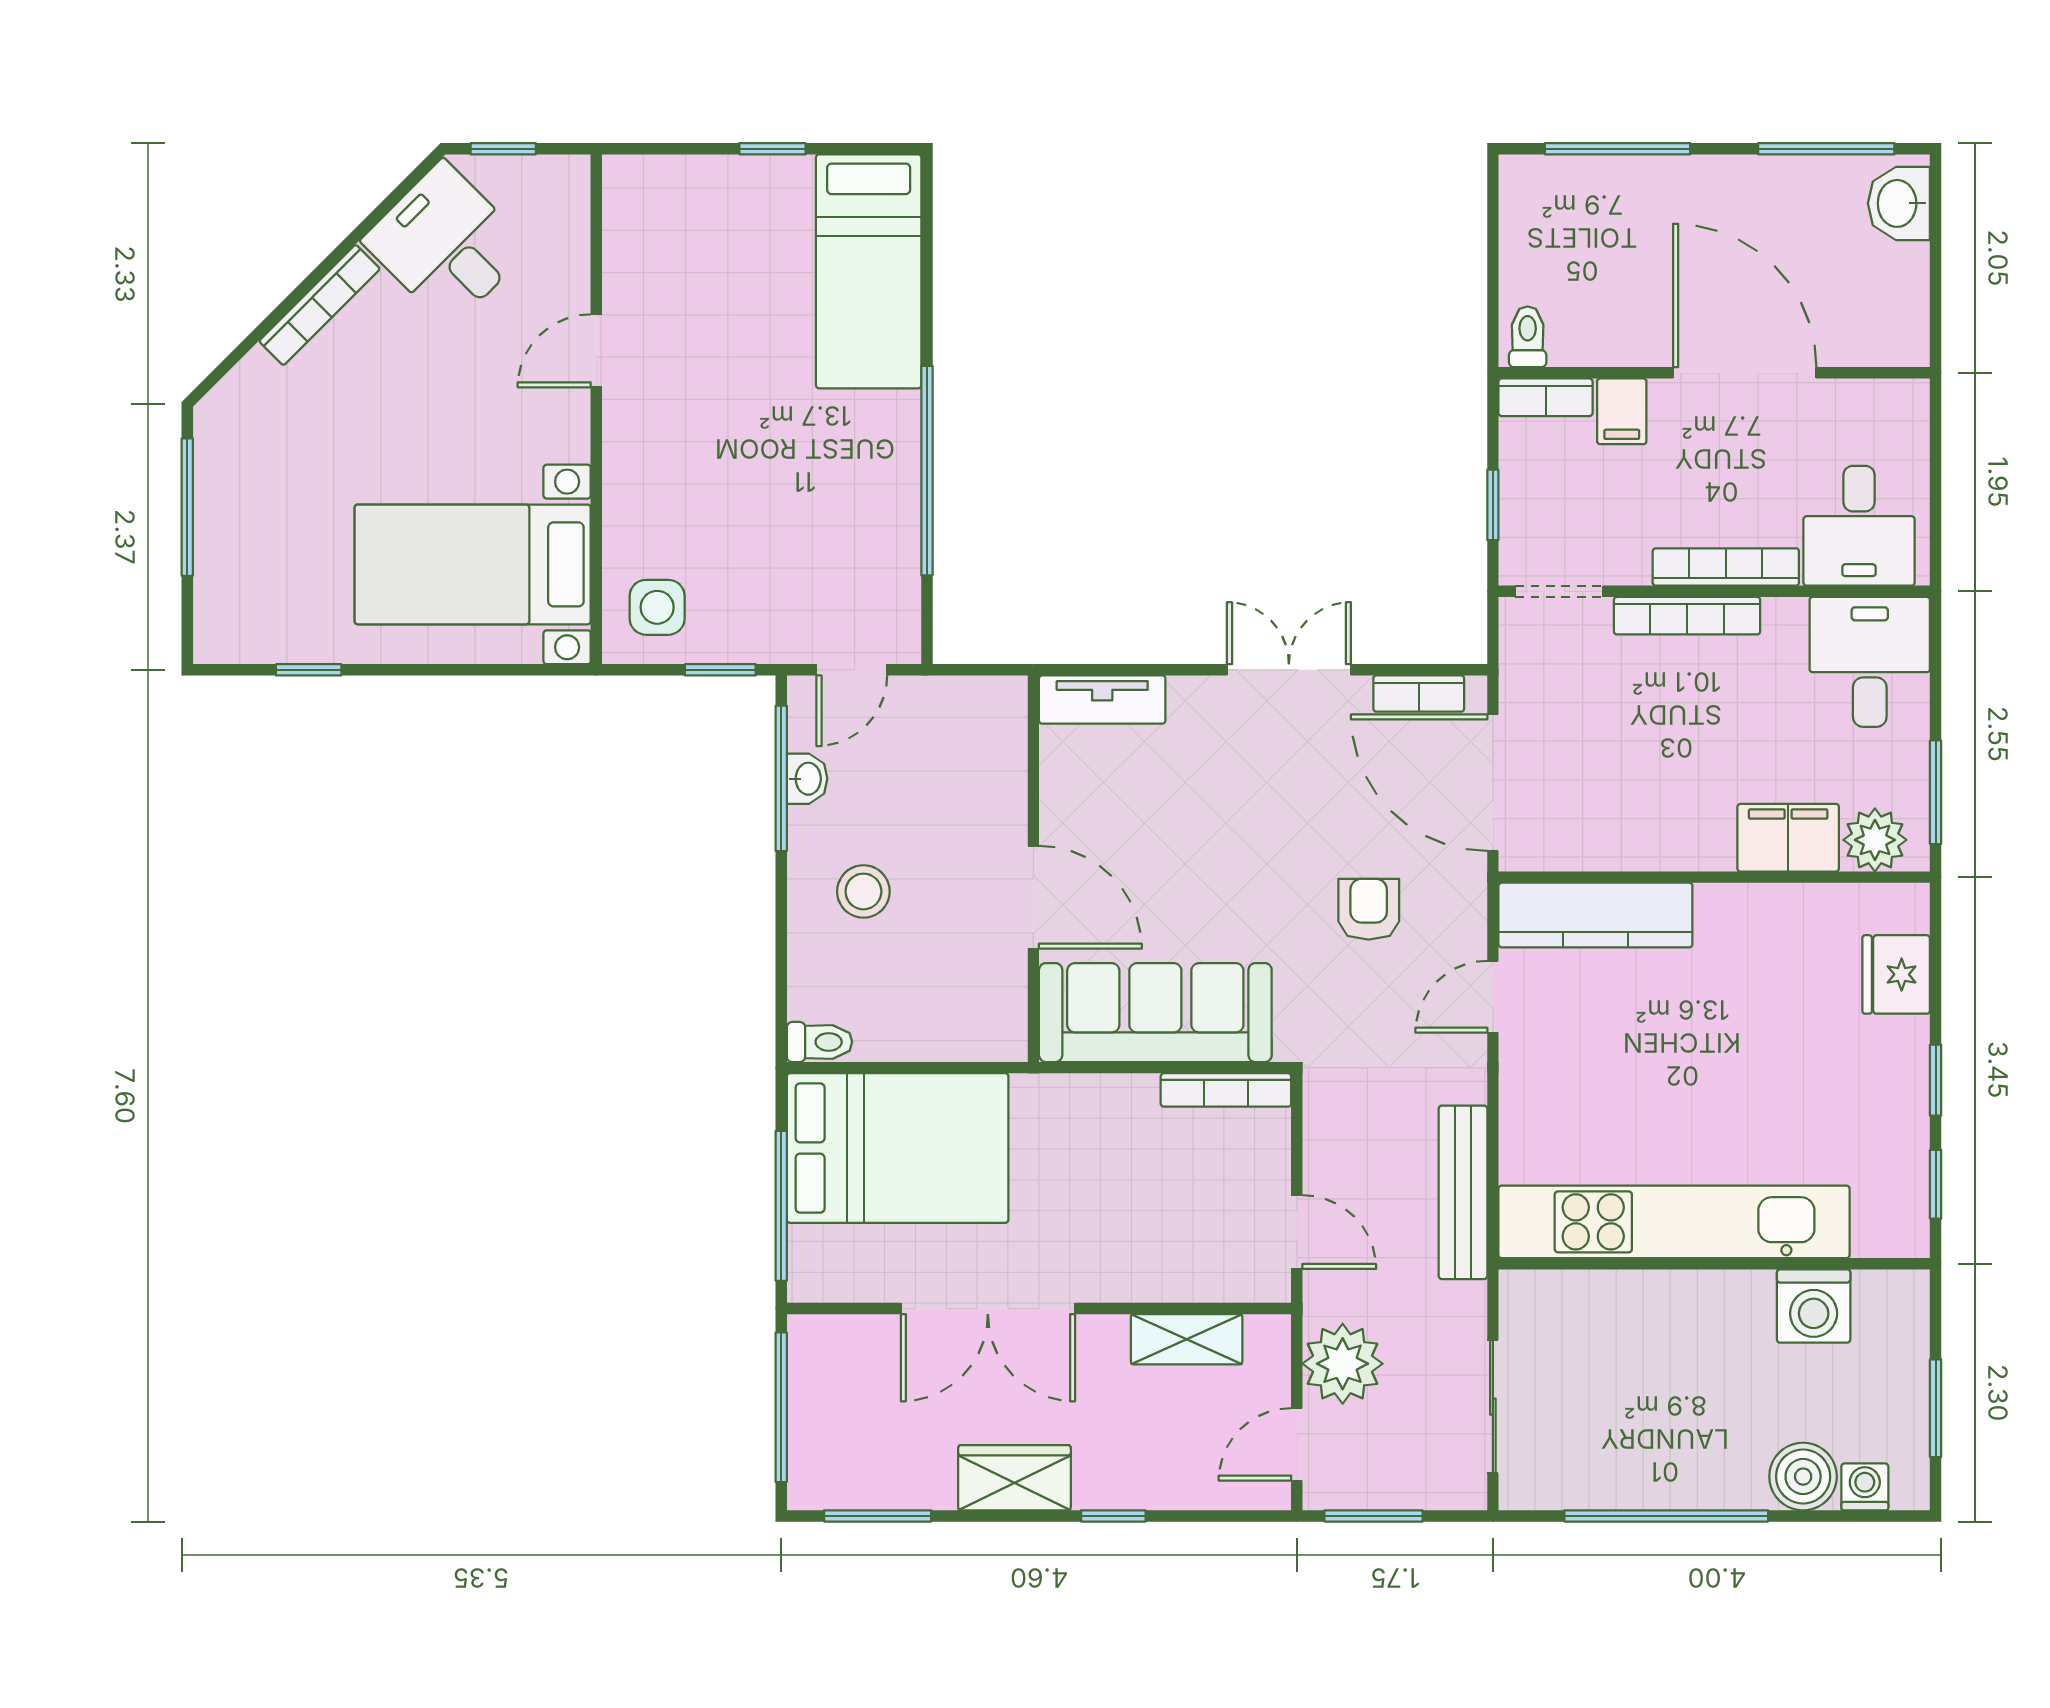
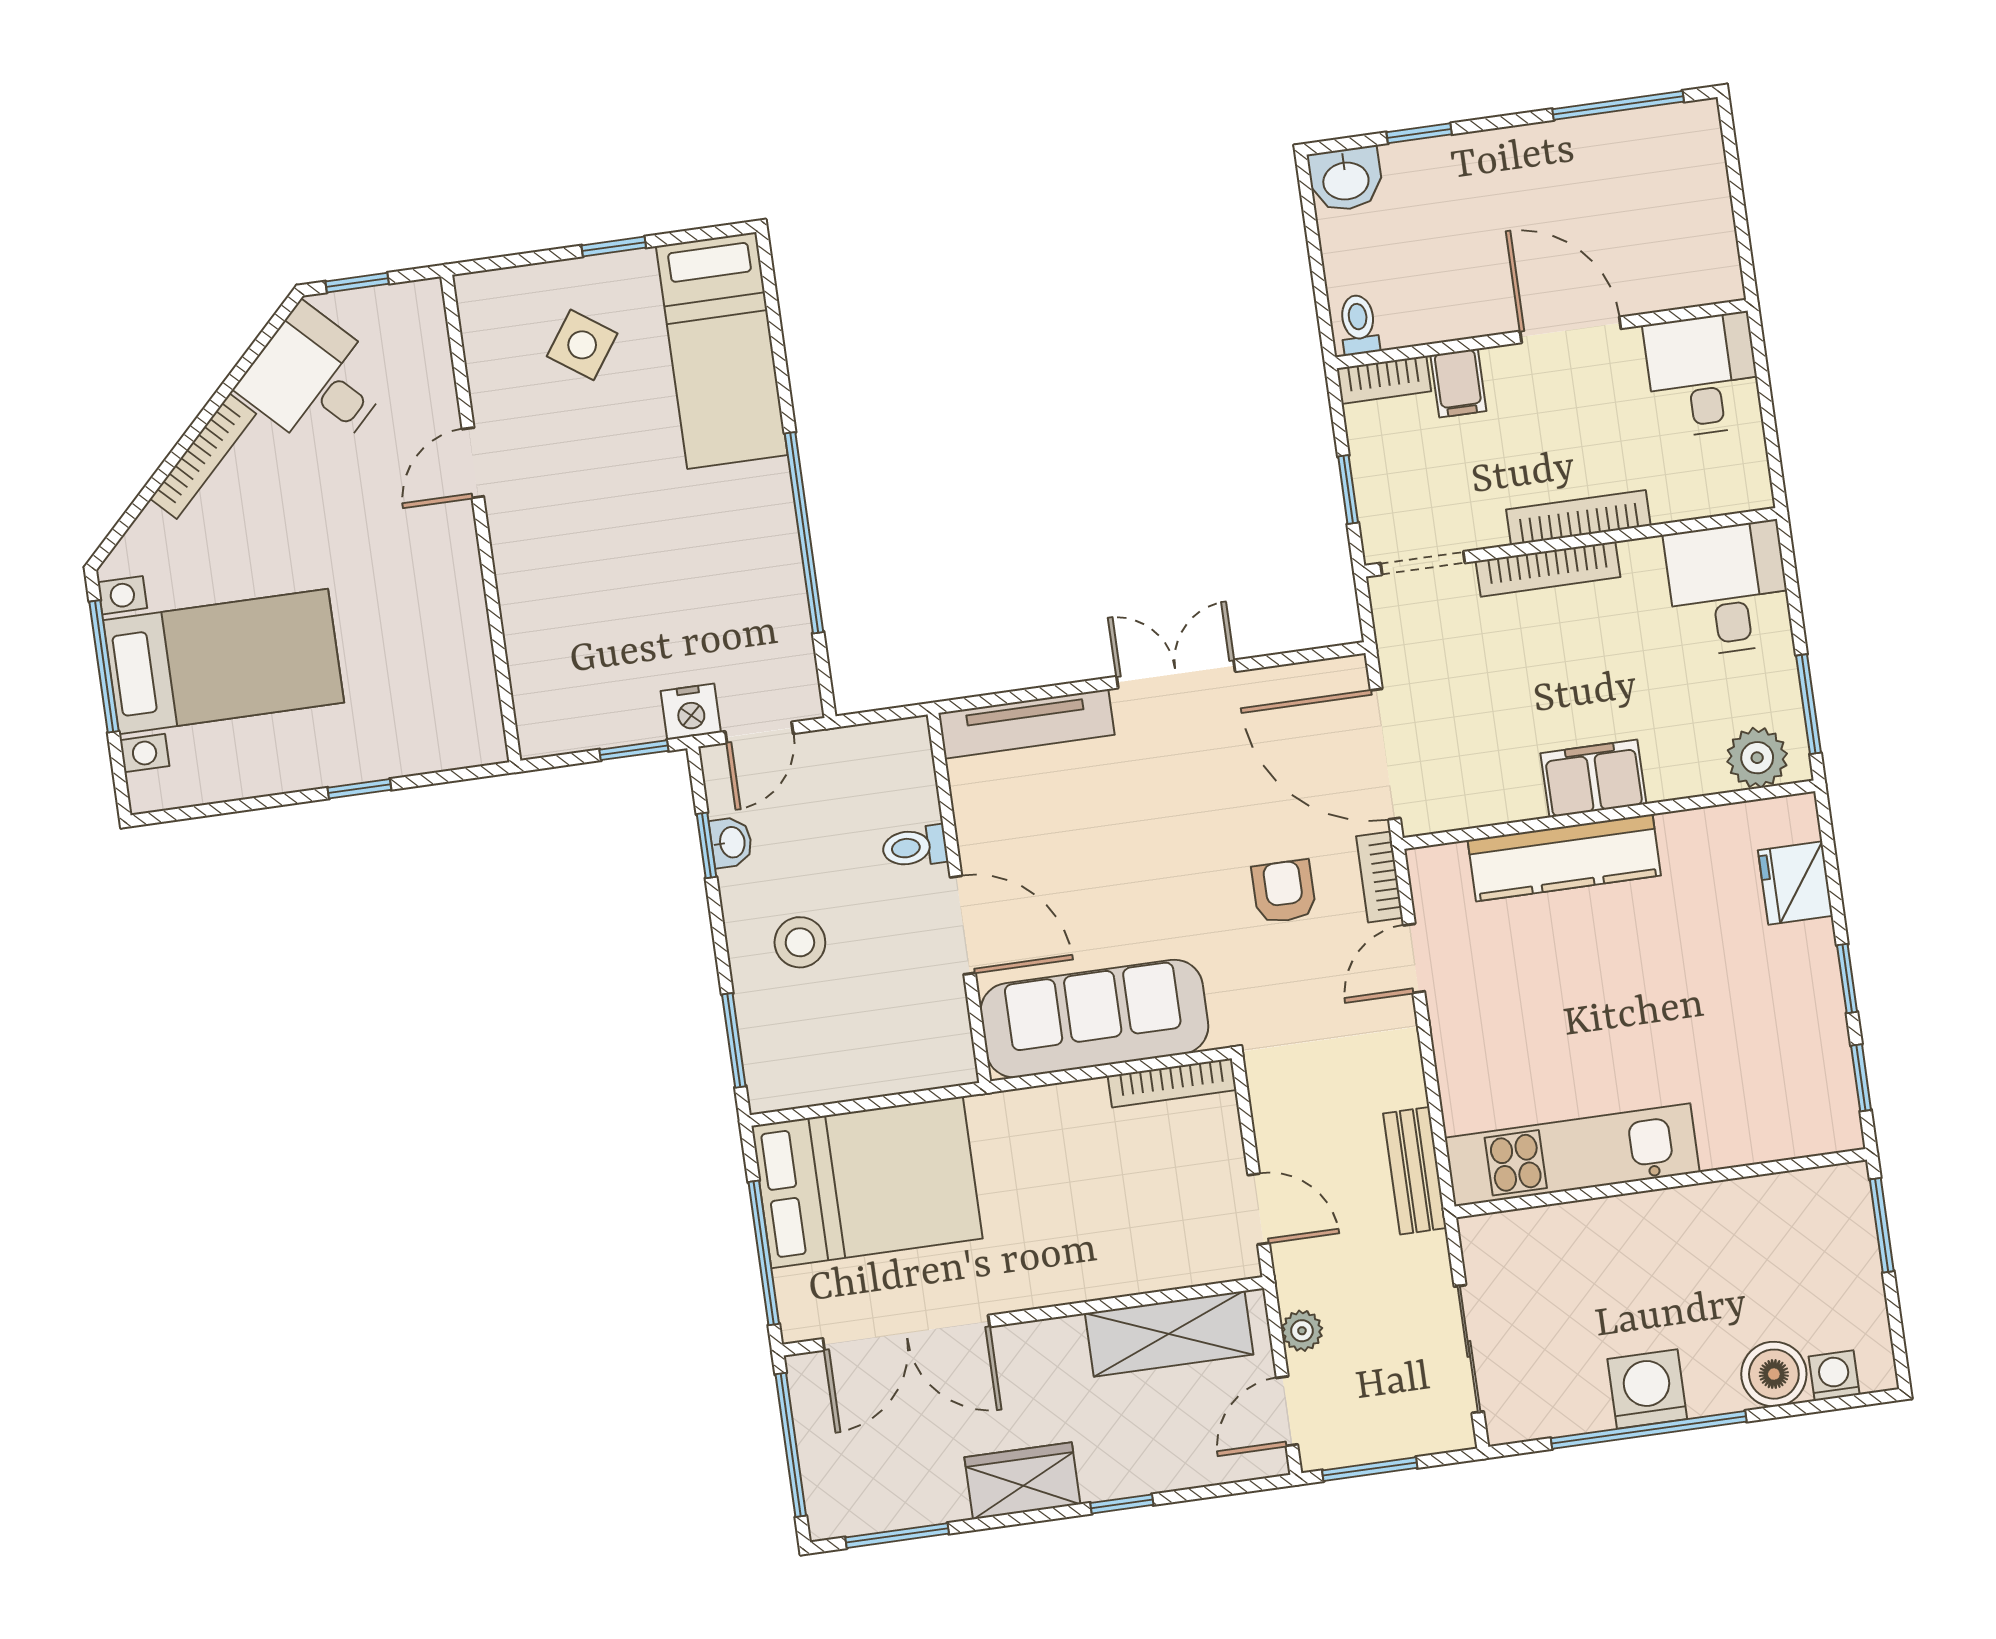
window: (1618, 149) -> (1419, 133), width x0.46
washbasin: (1899, 203) -> (1346, 179), moved, turned -90
door: (1745, 373) -> (1571, 330), width x0.73
desk: (1859, 526) -> (1703, 375), moved, turned 180
bed with nightstands: (473, 564) -> (223, 661), moved, turned 180
side table: (657, 607) -> (582, 345), moved, turned 35
nightstand: (784, 638) -> (691, 712), added
window: (309, 670) -> (359, 789), moved
bookcase: (1419, 694) -> (1379, 877), moved, turned 90
tv unit: (1102, 700) -> (1026, 724), width x1.41
window: (781, 778) -> (706, 845), width x0.46
filing cabinet: (1788, 838) -> (1593, 779), moved
kitchen counter: (1595, 915) -> (1564, 858), moved
window: (781, 983) -> (734, 1040), added
toilet: (819, 1042) -> (915, 847), moved, turned 180
bench: (1463, 1192) -> (1415, 1171), width x0.73
kitchen unit: (1674, 1222) -> (1572, 1155), width x0.73
washing machine: (1814, 1306) -> (1647, 1389), moved, turned 180
double door: (988, 1309) -> (906, 1333), moved
shelving: (1187, 1339) -> (1169, 1334), width x1.50, depth x1.33
plant: (1343, 1364) -> (1302, 1331), width x0.53, depth x0.53
window: (1936, 1408) -> (1882, 1225), moved

